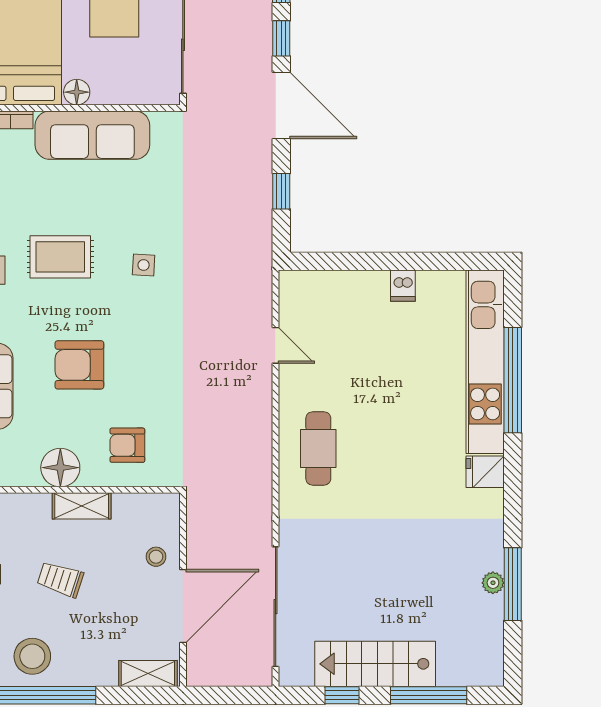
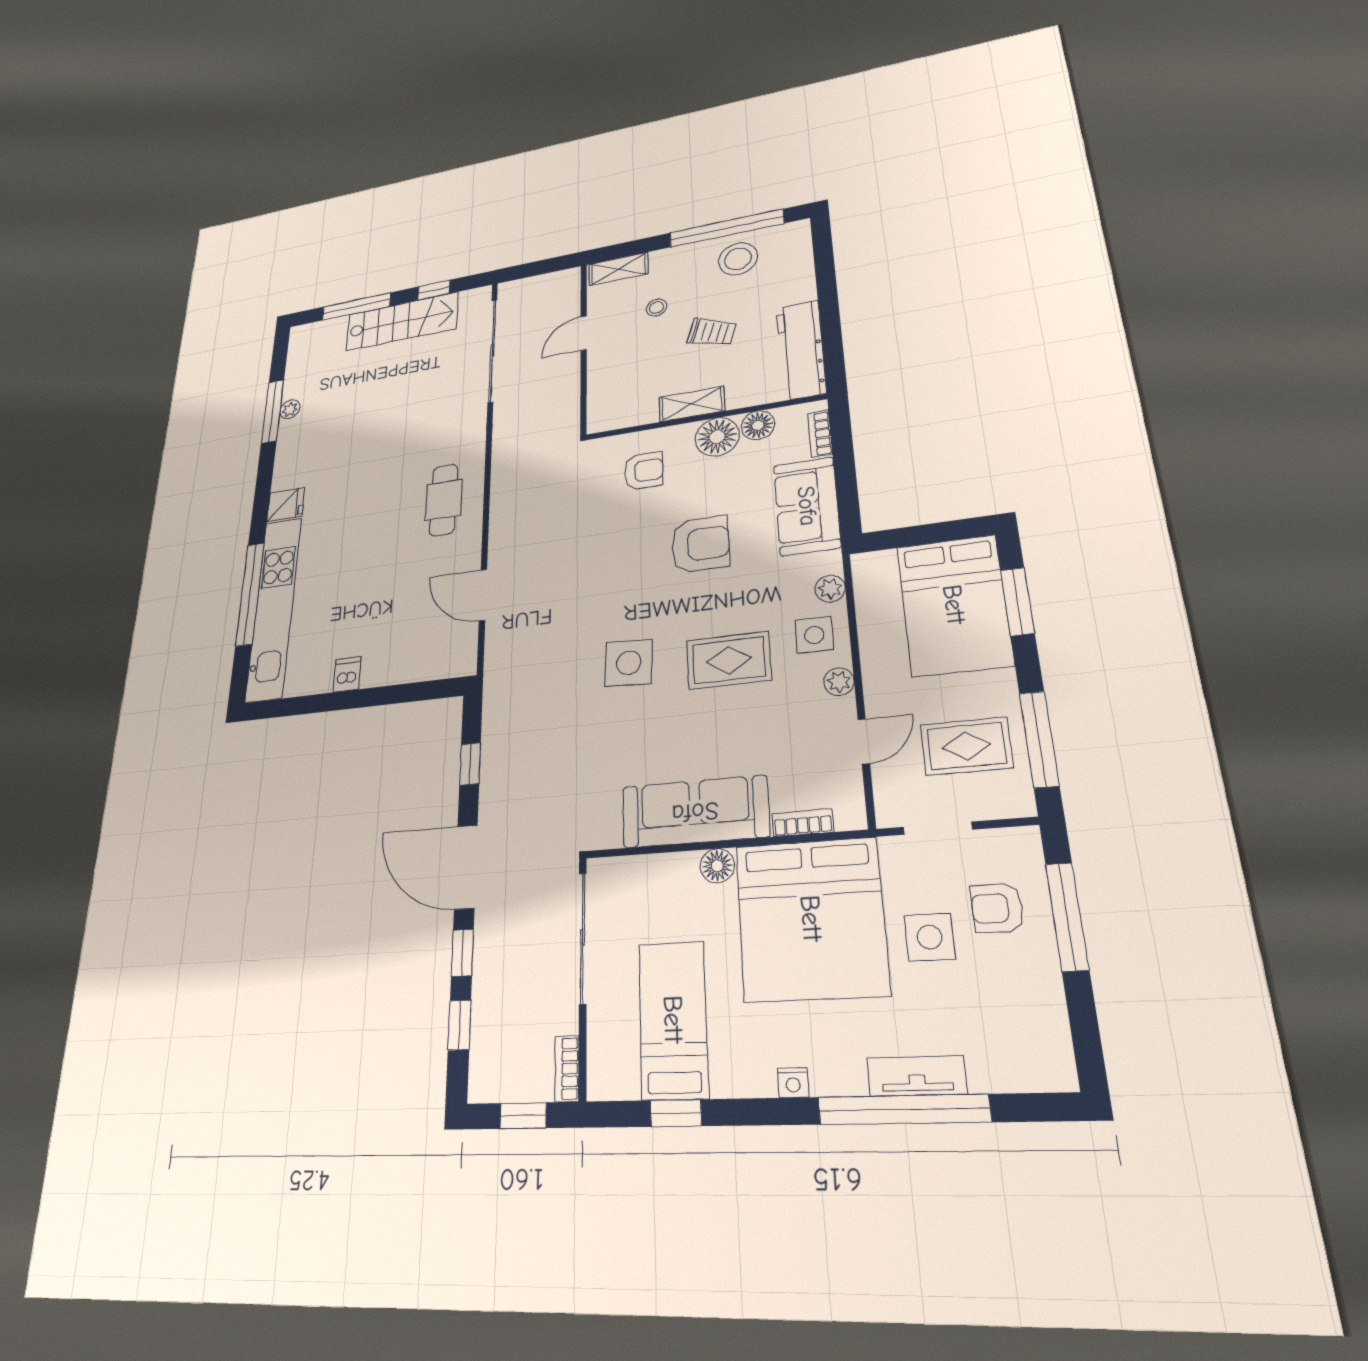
side table: (144, 265) -> (629, 663), width x1.87, depth x1.87
door: (276, 345) -> (483, 595), width x1.37
floor lamp: (24, 472) -> (758, 425), added
stool: (156, 557) -> (656, 308), moved
door: (183, 606) -> (584, 333), width x0.53

